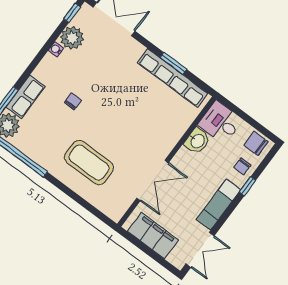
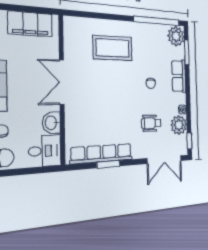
wheelchair: (102, 64) -> (151, 123), added
row of seats: (26, 97) -> (179, 76), moved
double door: (153, 180) -> (62, 82), moved

